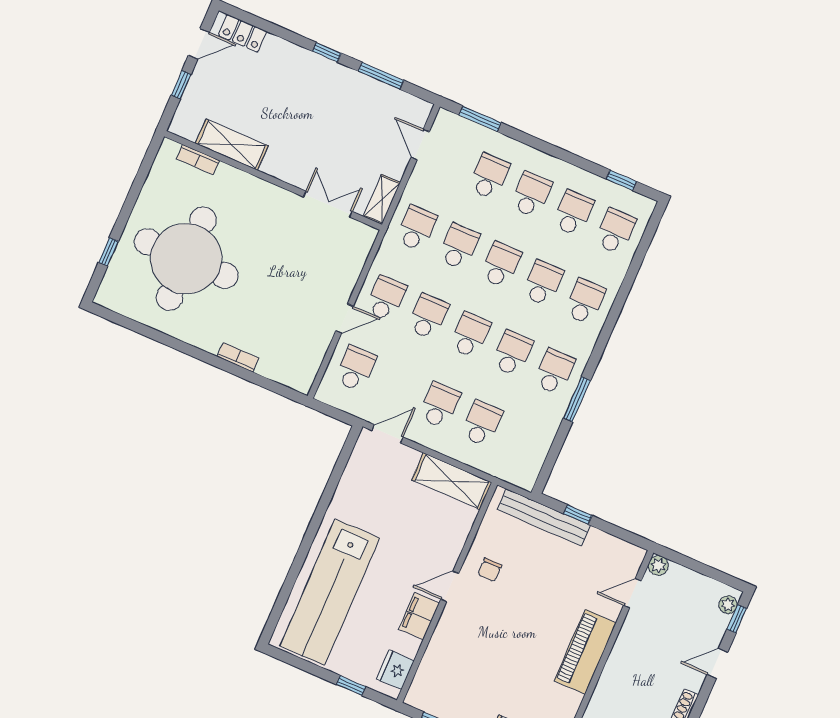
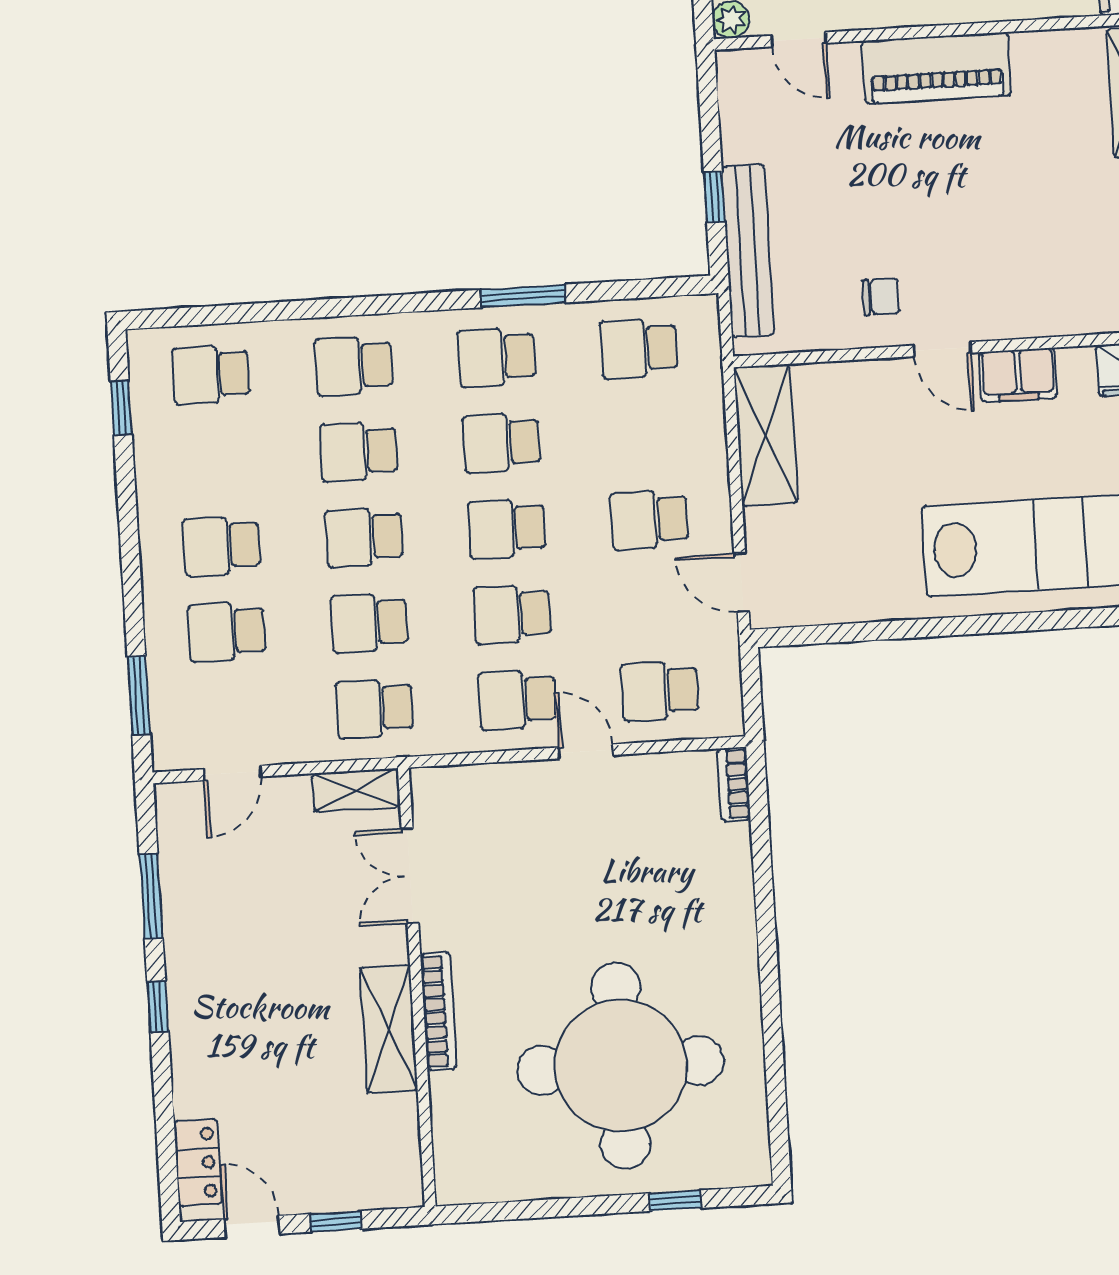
shelving: (232, 145) -> (389, 1029), moved
bookcase: (198, 160) -> (439, 1011), moved, width x1.56
school desk: (573, 213) -> (216, 460), removed
bookcase: (238, 357) -> (734, 784), moved
school desk: (482, 423) -> (639, 348), moved

